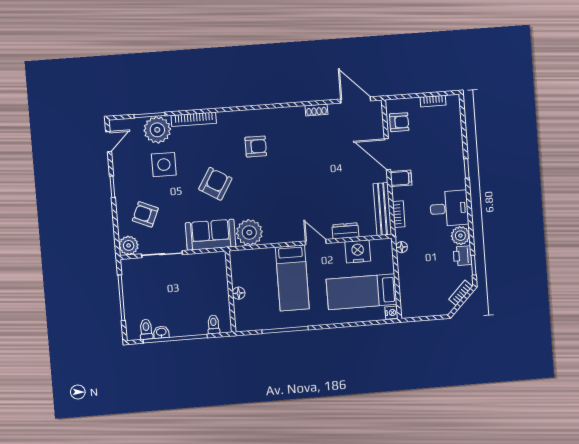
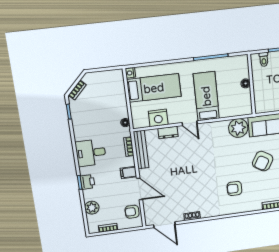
plant: (460, 236) -> (92, 208), moved
printer: (463, 256) -> (87, 182), moved

